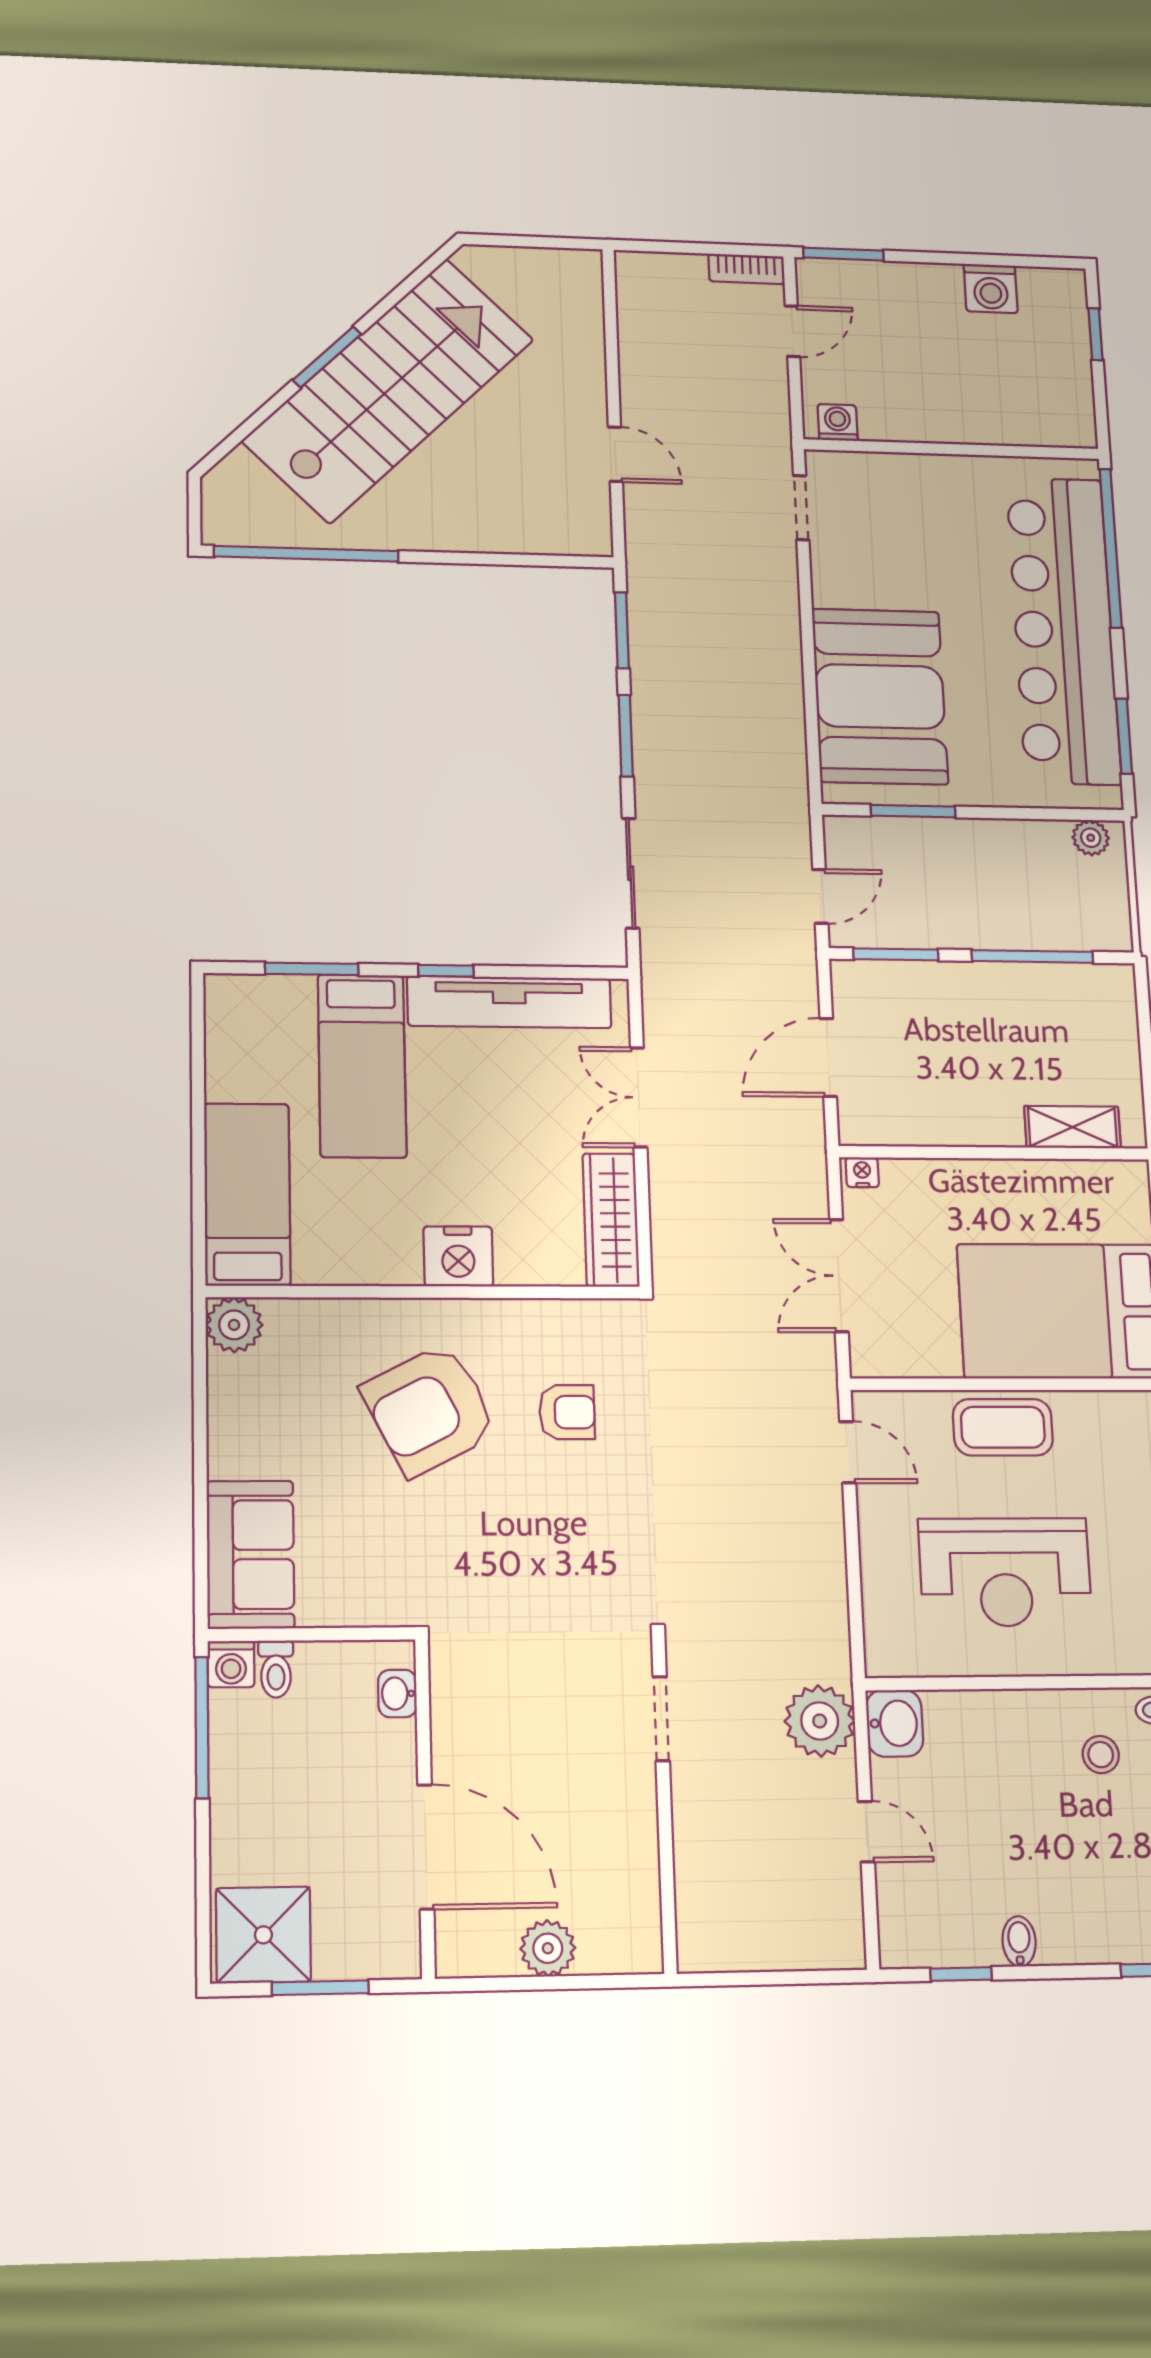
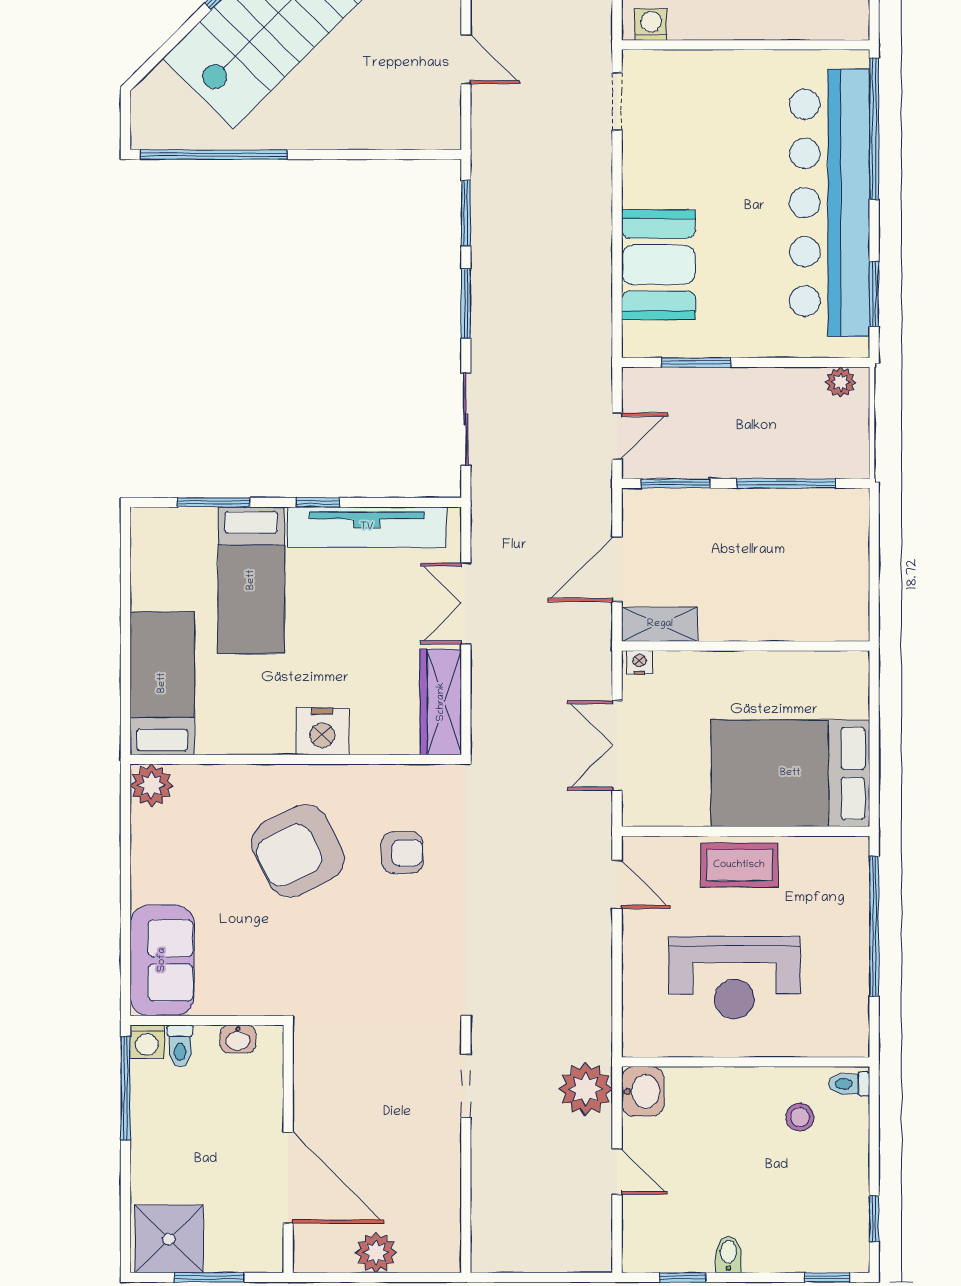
booth: (880, 696) -> (658, 265), width x0.73, depth x0.70
shelving: (1073, 1127) -> (660, 624), moved
washbasin: (397, 1694) -> (238, 1039), moved, turned -90

